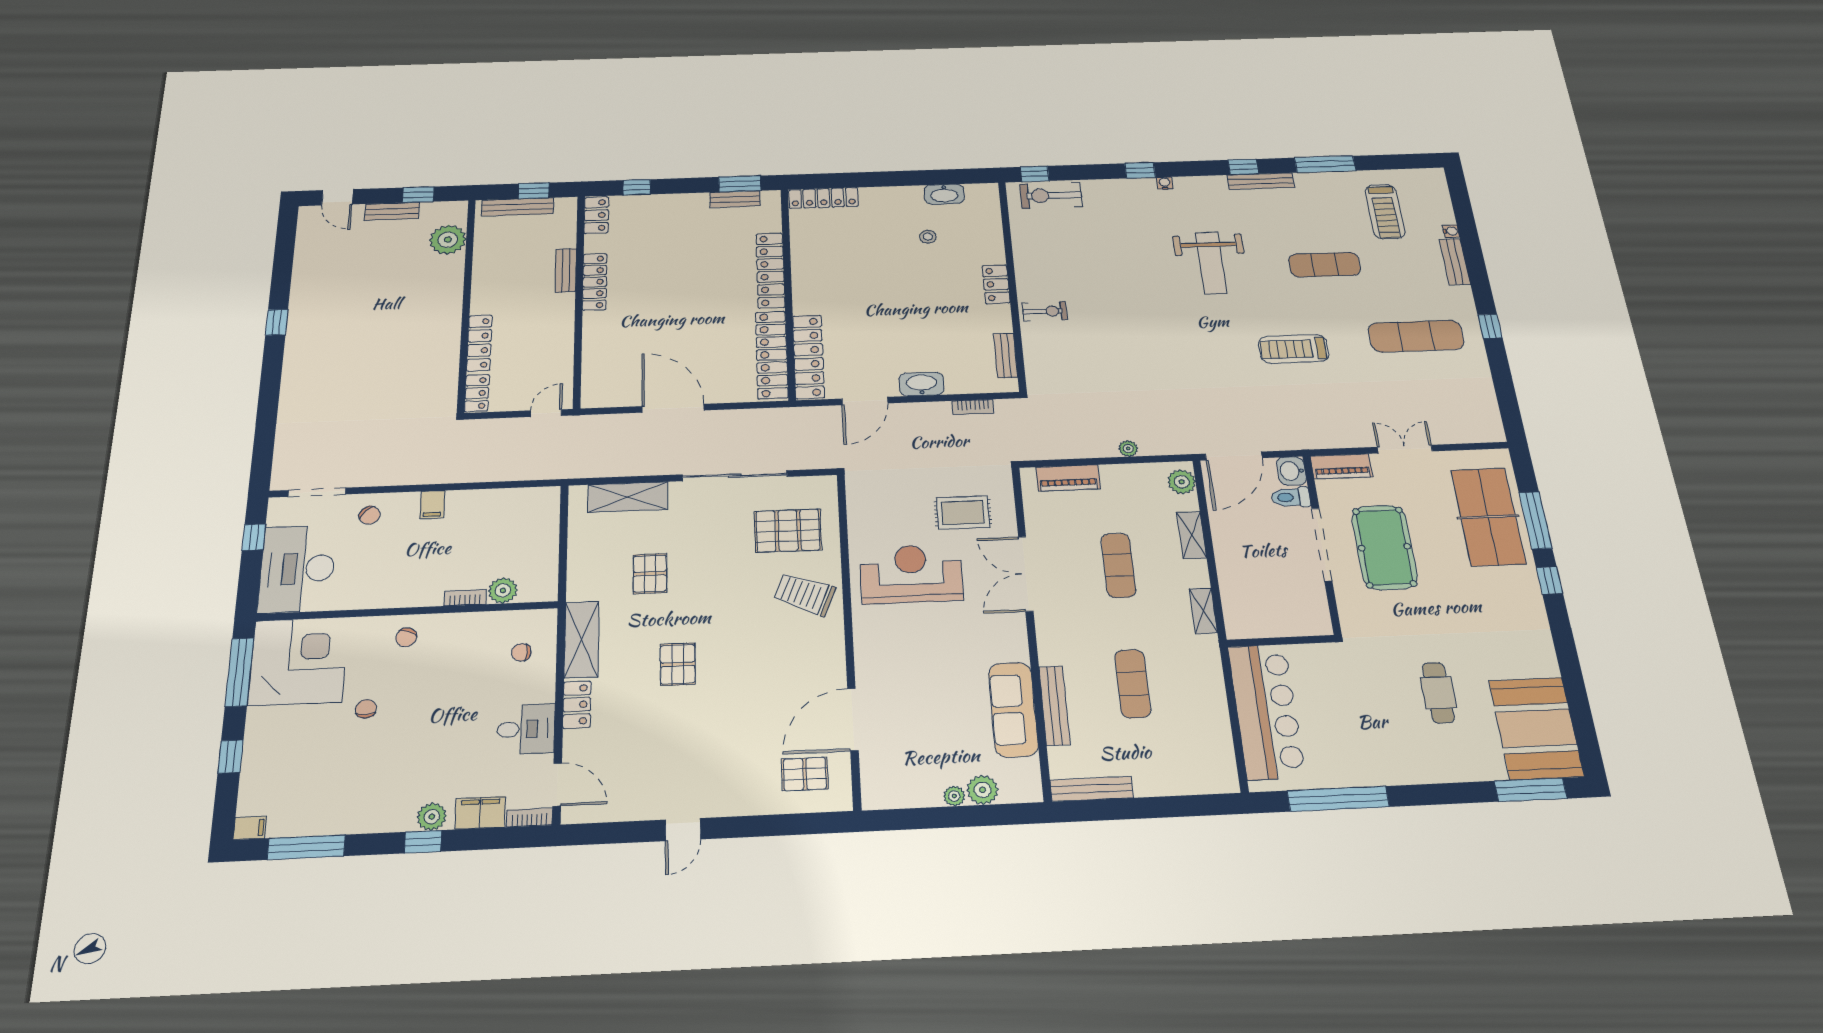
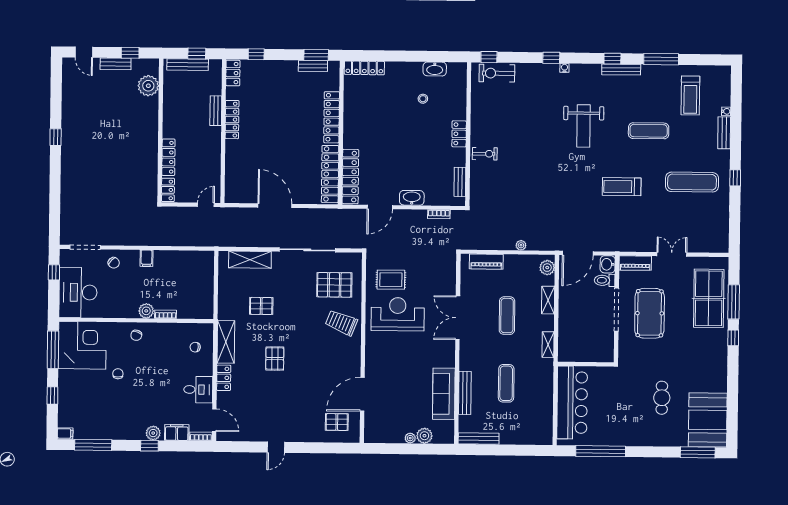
rug: (963, 513) -> (391, 280), moved
pallet: (650, 574) -> (261, 306), turned 90
plant: (503, 590) -> (146, 311), moved

